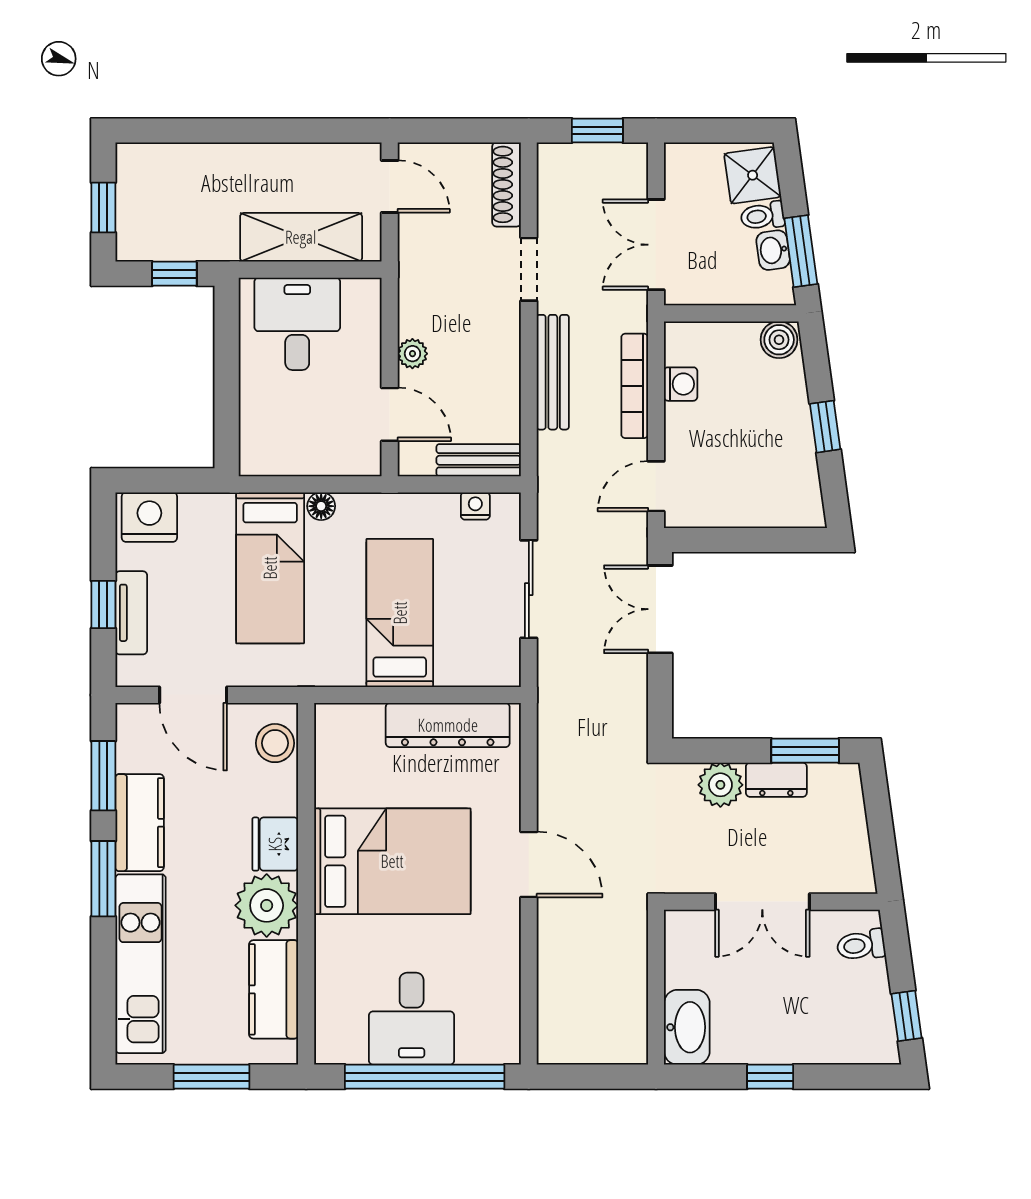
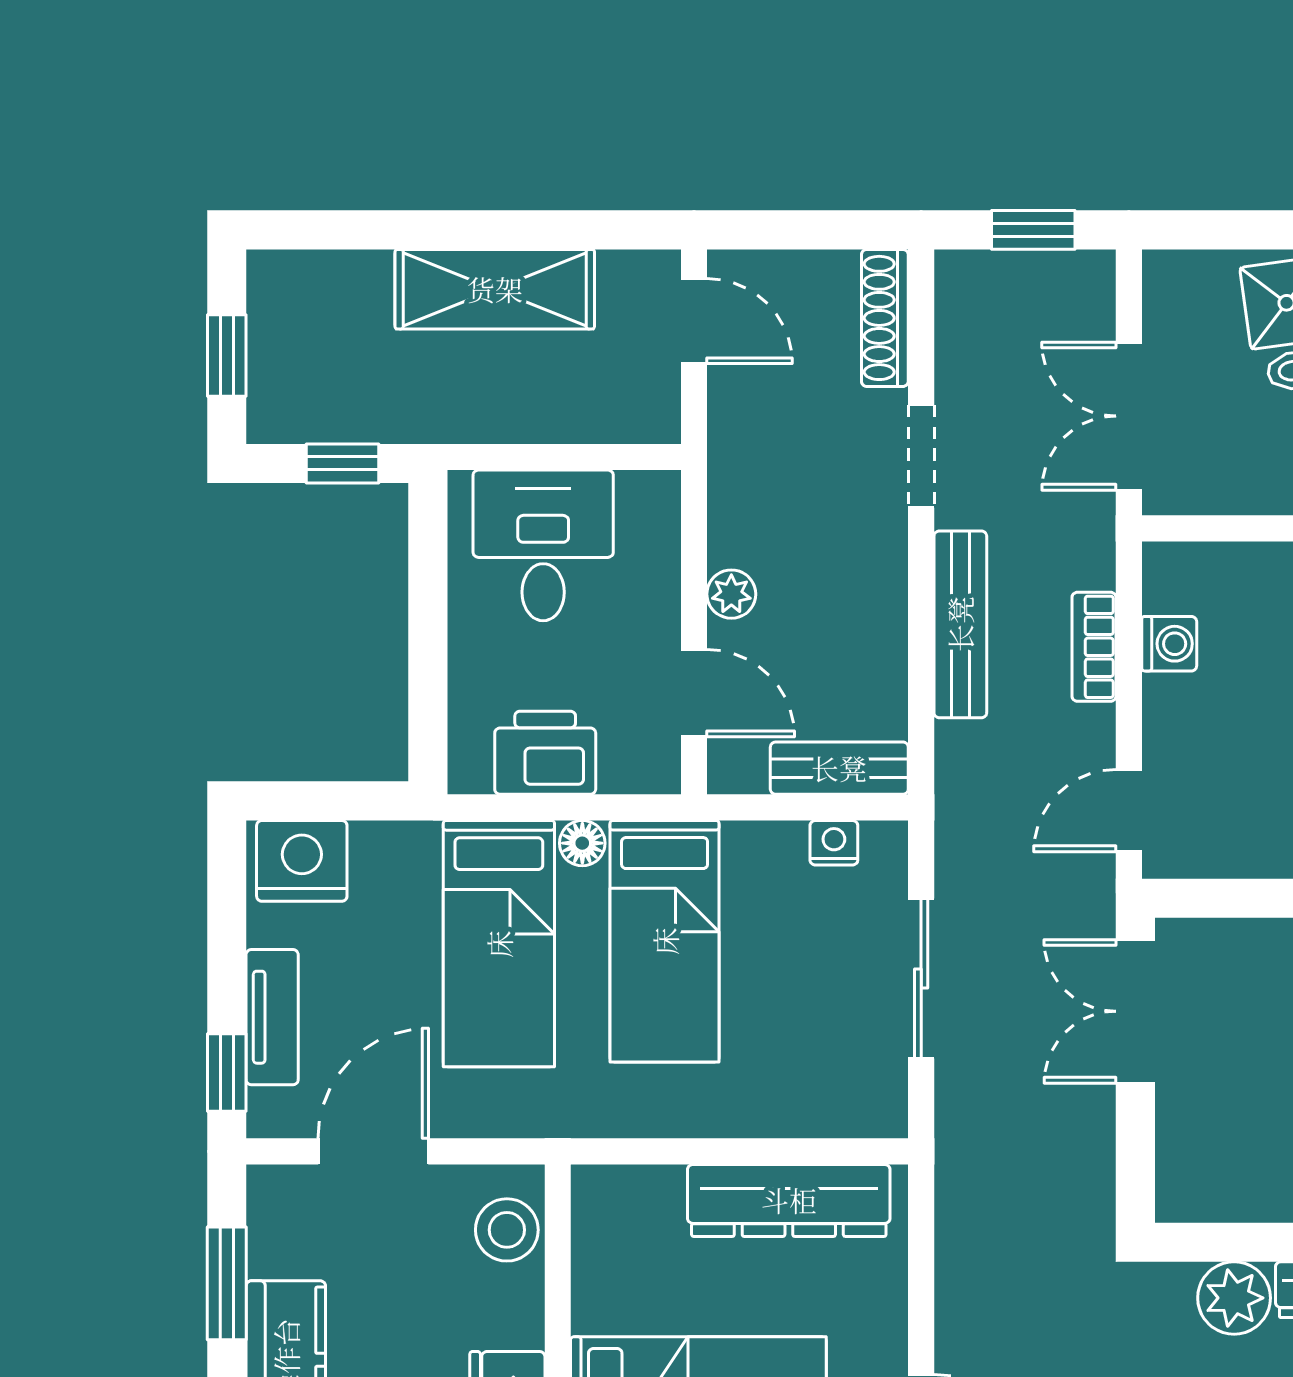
shelving: (301, 237) -> (495, 289), moved
bookcase: (635, 386) -> (1094, 647), width x0.64
printer: (298, 451) -> (545, 753), added
window: (103, 605) -> (227, 1073), moved
bed: (400, 613) -> (665, 941), moved, turned 180
door: (193, 695) -> (373, 1151), swing flipped

